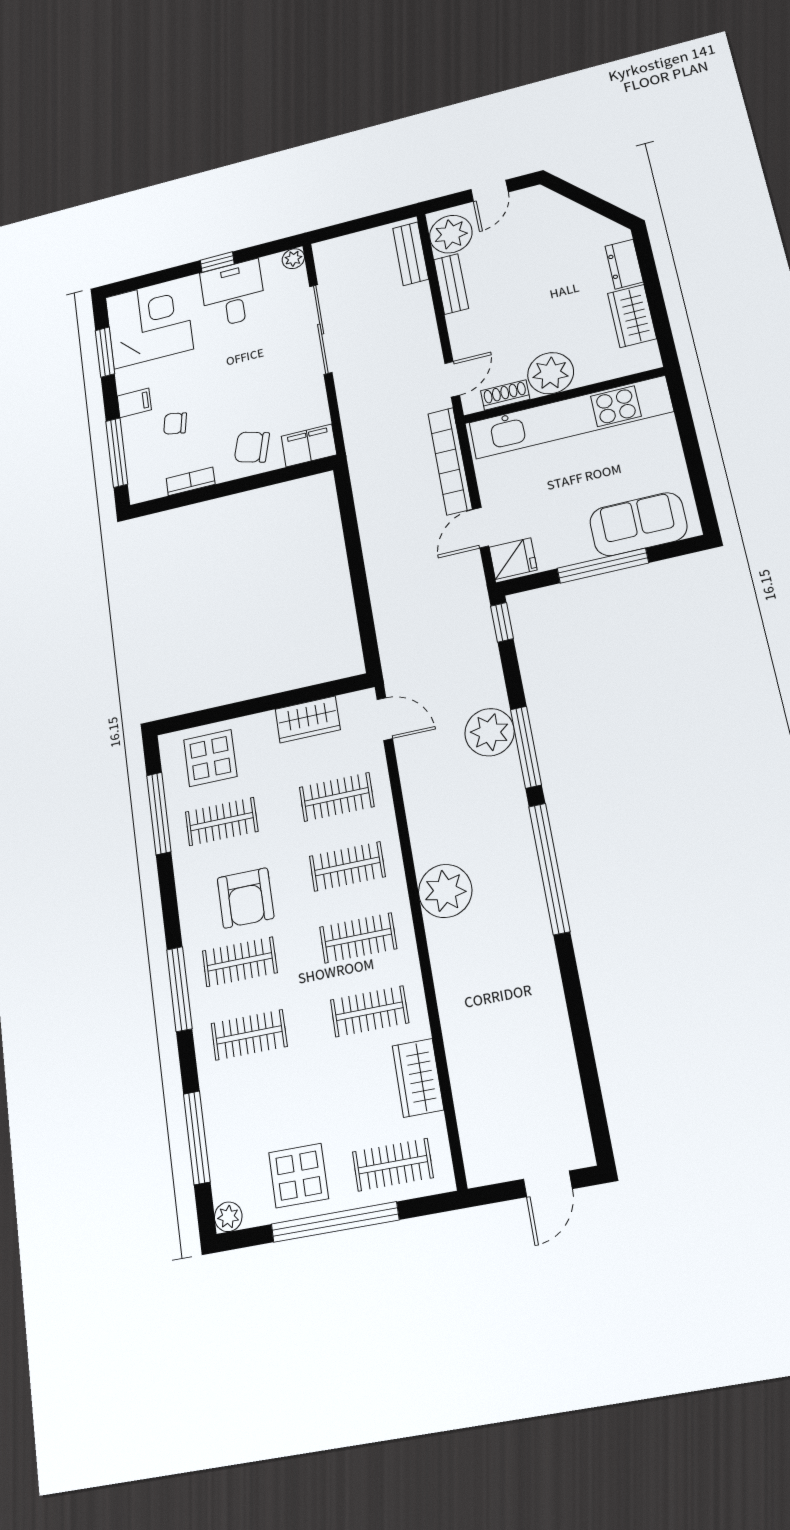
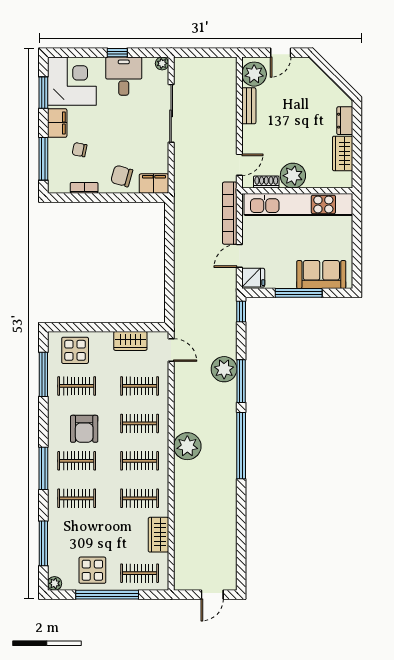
bench: (411, 254) -> (229, 80), removed
filing cabinet: (134, 403) -> (57, 123), width x2.00

